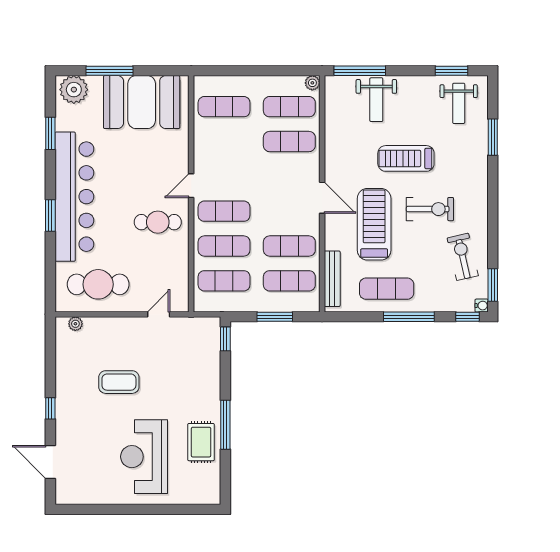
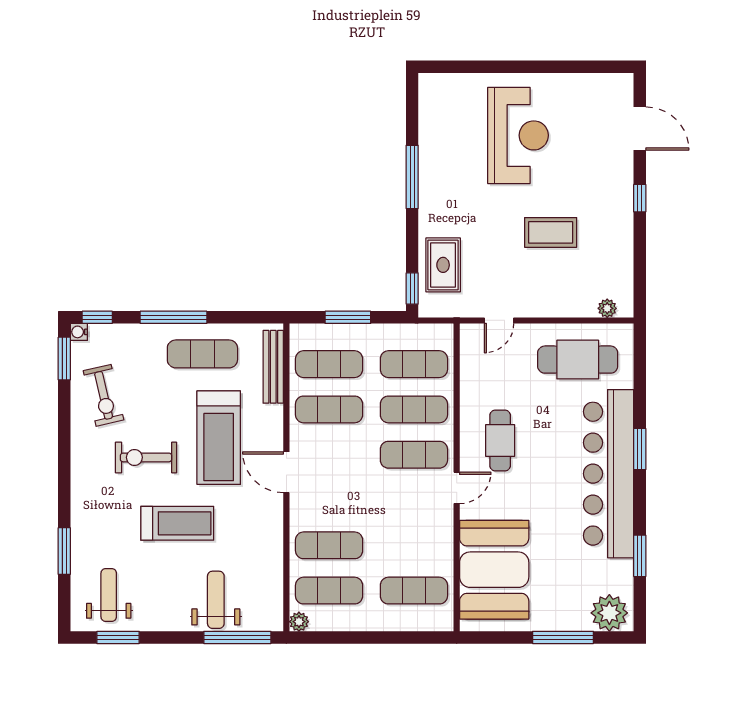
booth: (142, 102) -> (494, 570), moved, turned 90
cafe table: (158, 222) -> (500, 440), turned 90
rug: (201, 442) -> (443, 265), moved

